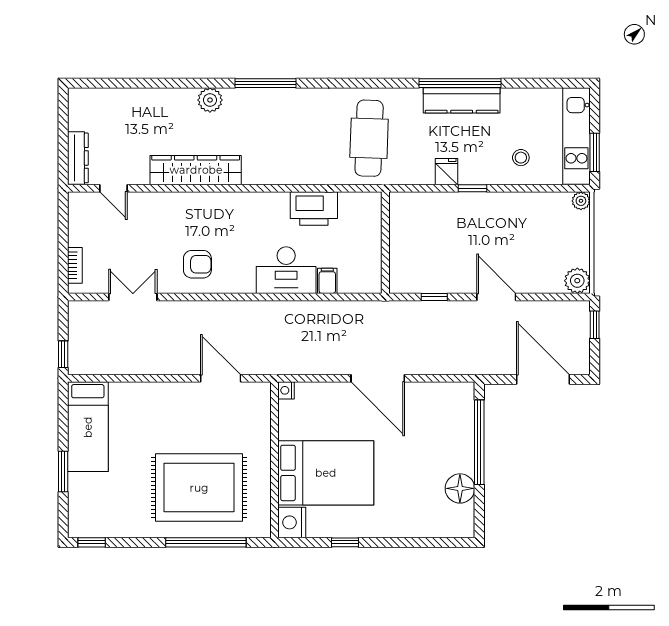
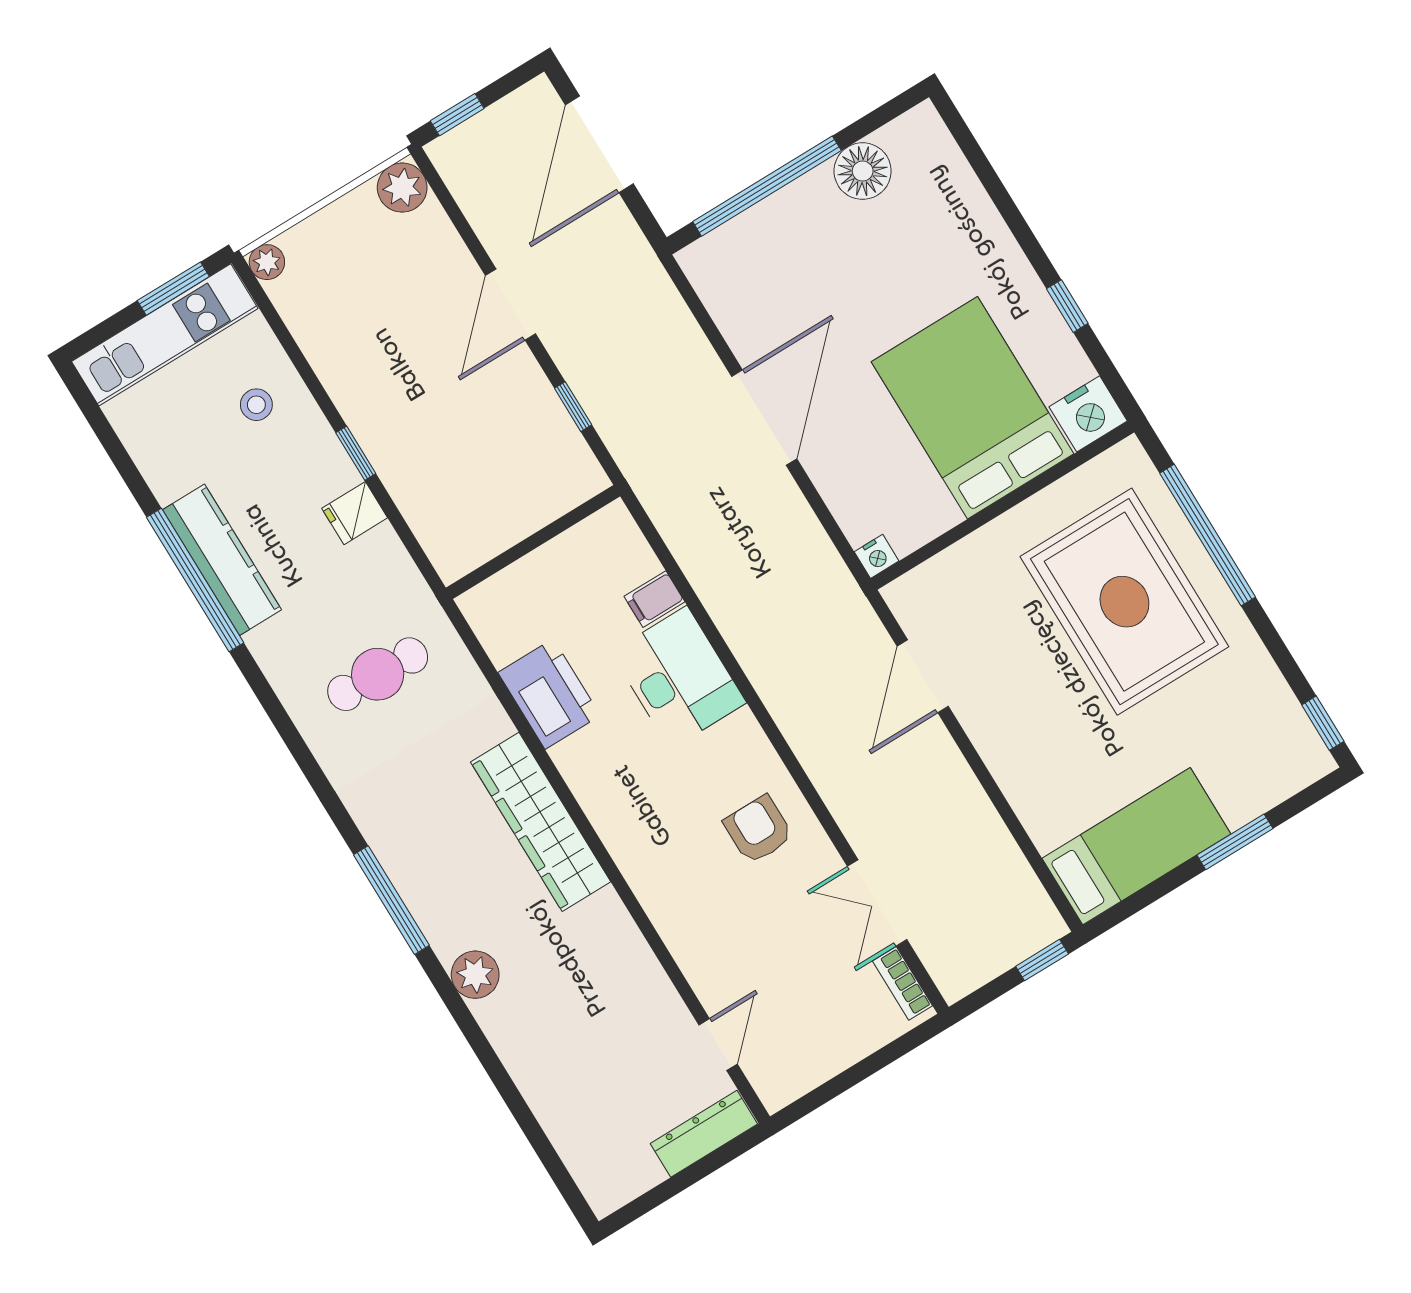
cafe table: (369, 138) -> (378, 674), width x0.73, depth x0.74
wardrobe: (196, 170) -> (541, 822), moved
bookcase: (75, 265) -> (902, 983), moved, turned -90

